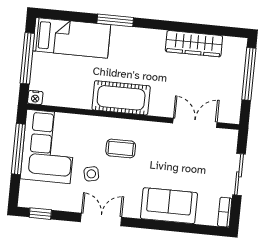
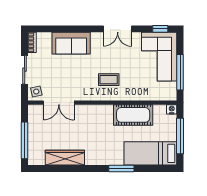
cot: (121, 98) -> (133, 115), moved
corner sofa: (48, 147) -> (159, 57), moved
side table: (91, 174) -> (36, 92), moved

